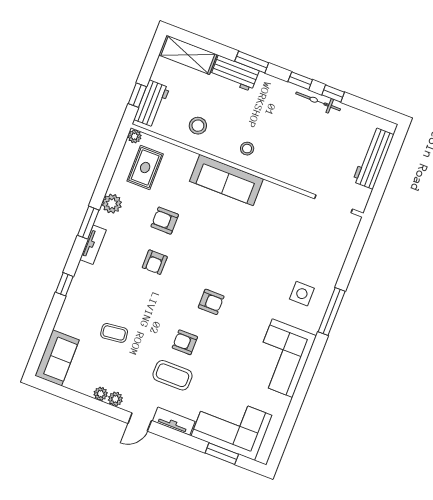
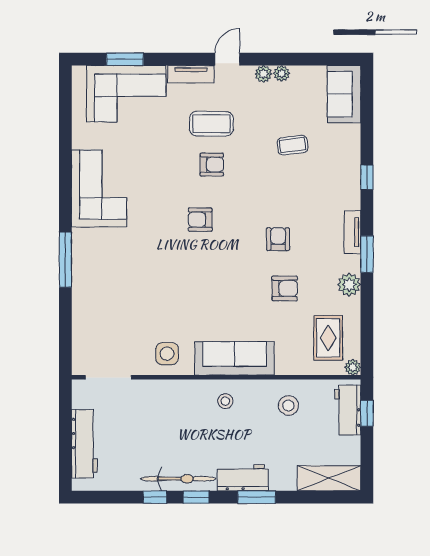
workbench: (235, 73) -> (243, 478), moved
bicycle: (318, 101) -> (178, 479), width x1.37, depth x1.40
side table: (302, 294) -> (167, 354), moved

